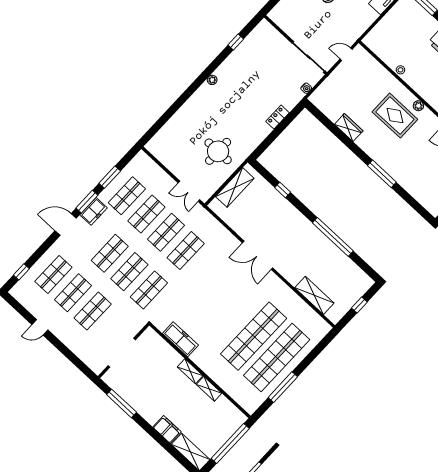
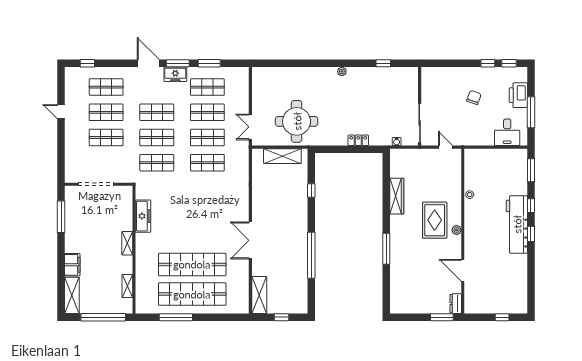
wardrobe: (349, 128) -> (397, 196), width x1.50
round table: (218, 151) -> (297, 121), width x1.36, depth x1.36
double door: (258, 255) -> (250, 240), moved
shelving: (314, 295) -> (259, 295), moved
shelving: (209, 389) -> (127, 286), moved

